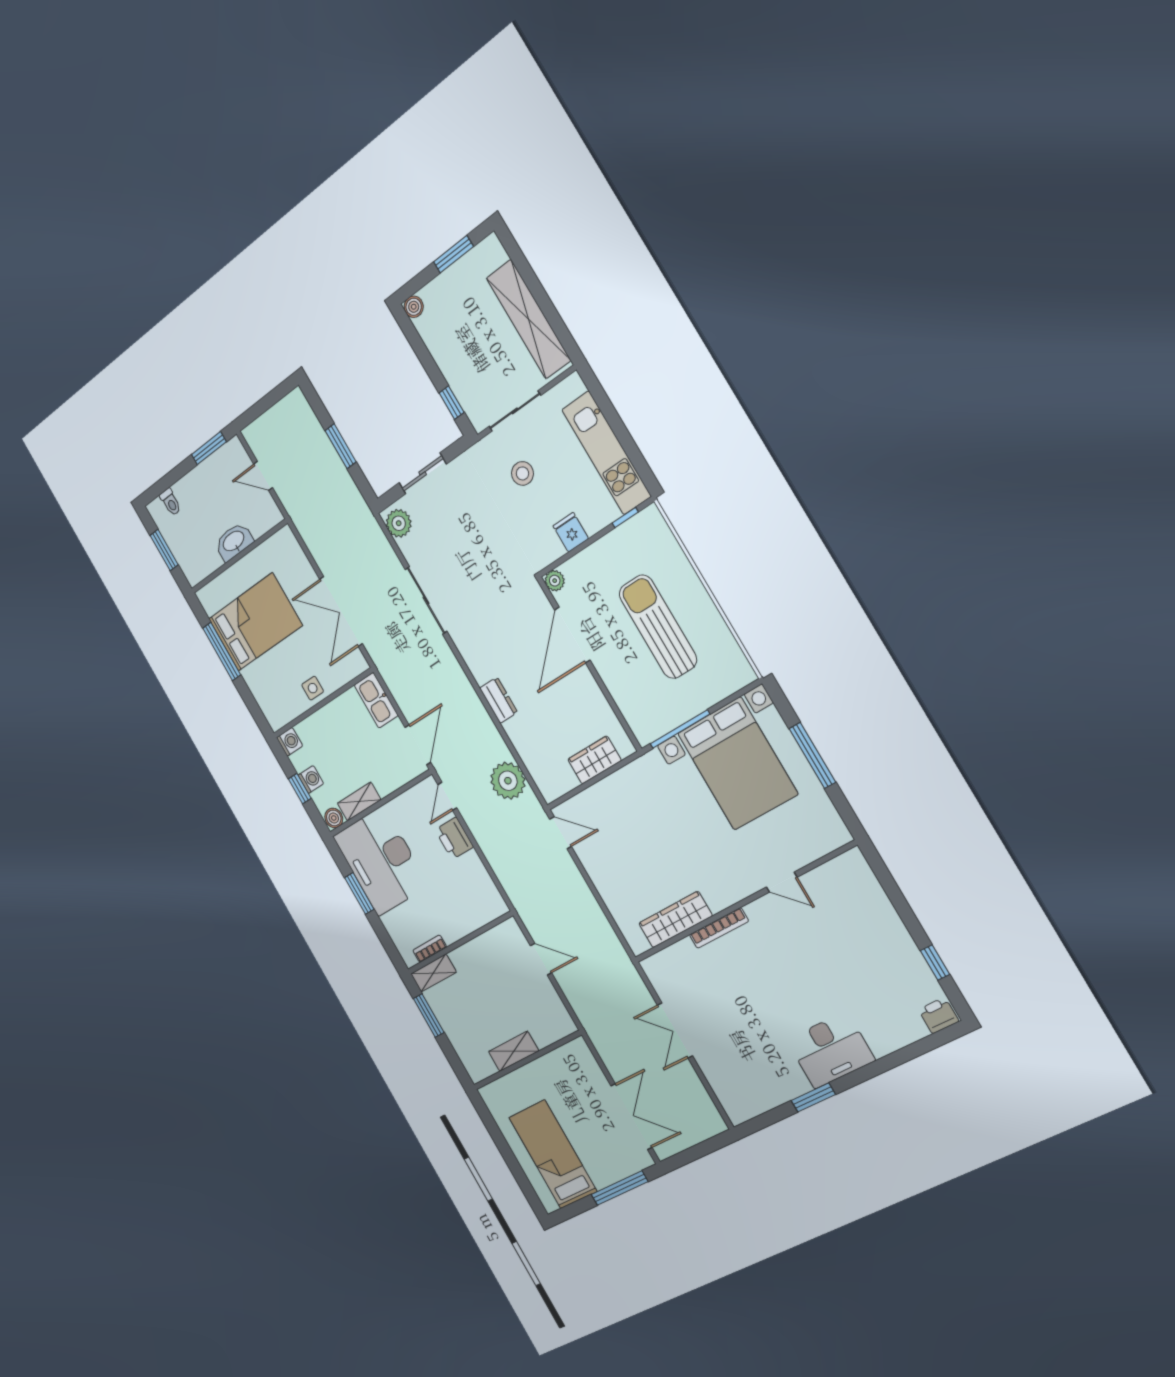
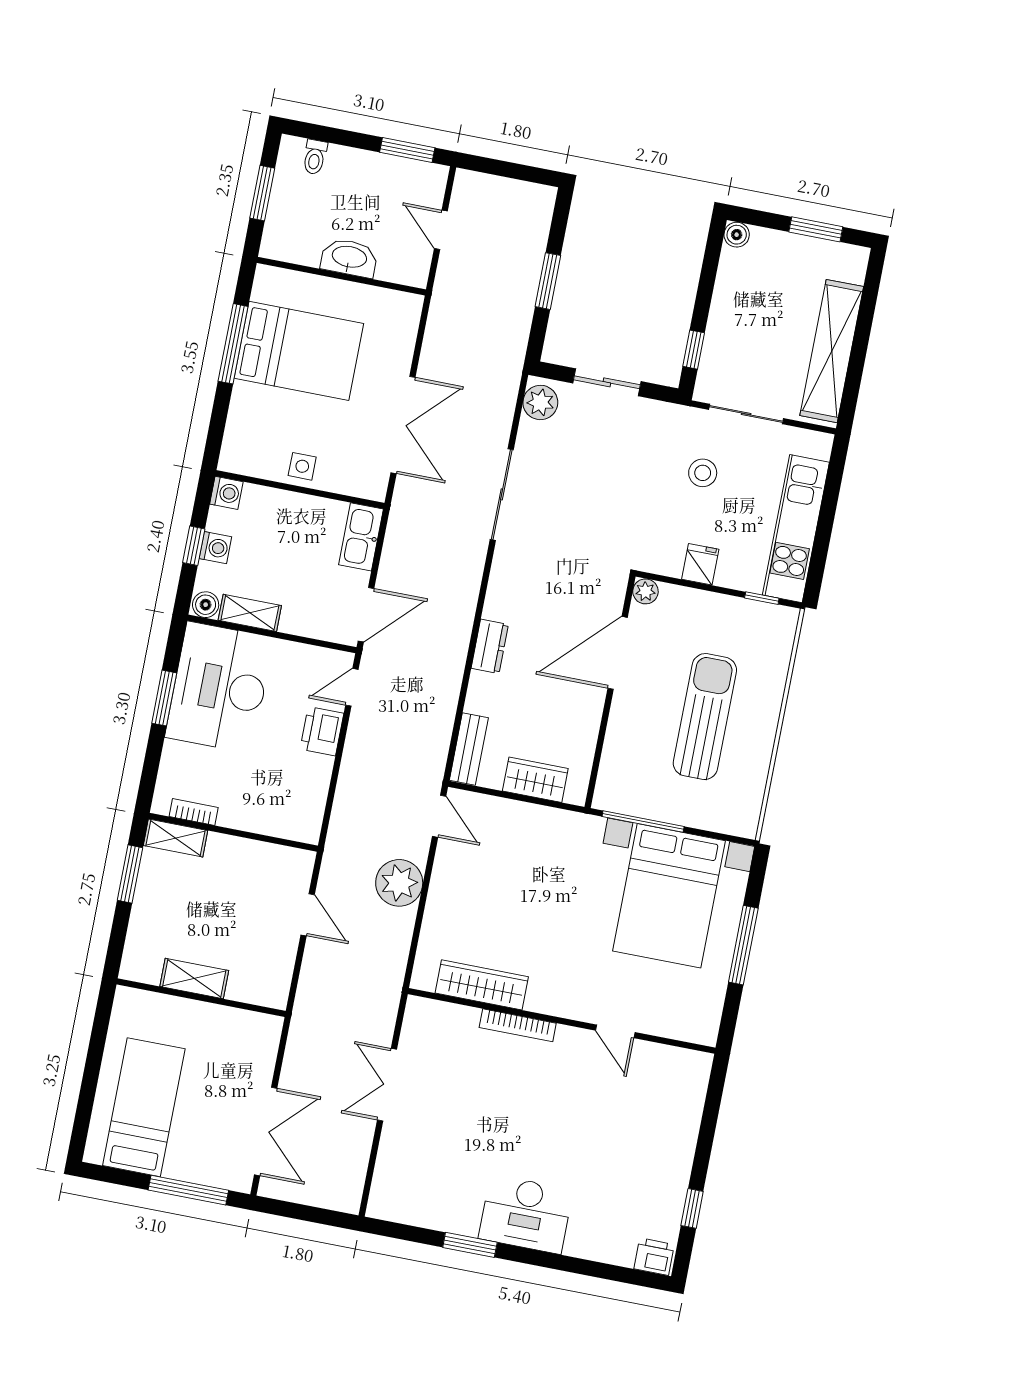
double door: (341, 611) -> (403, 425), swing flipped
bench: (541, 775) -> (469, 749), added
plant: (508, 781) -> (399, 883), moved

